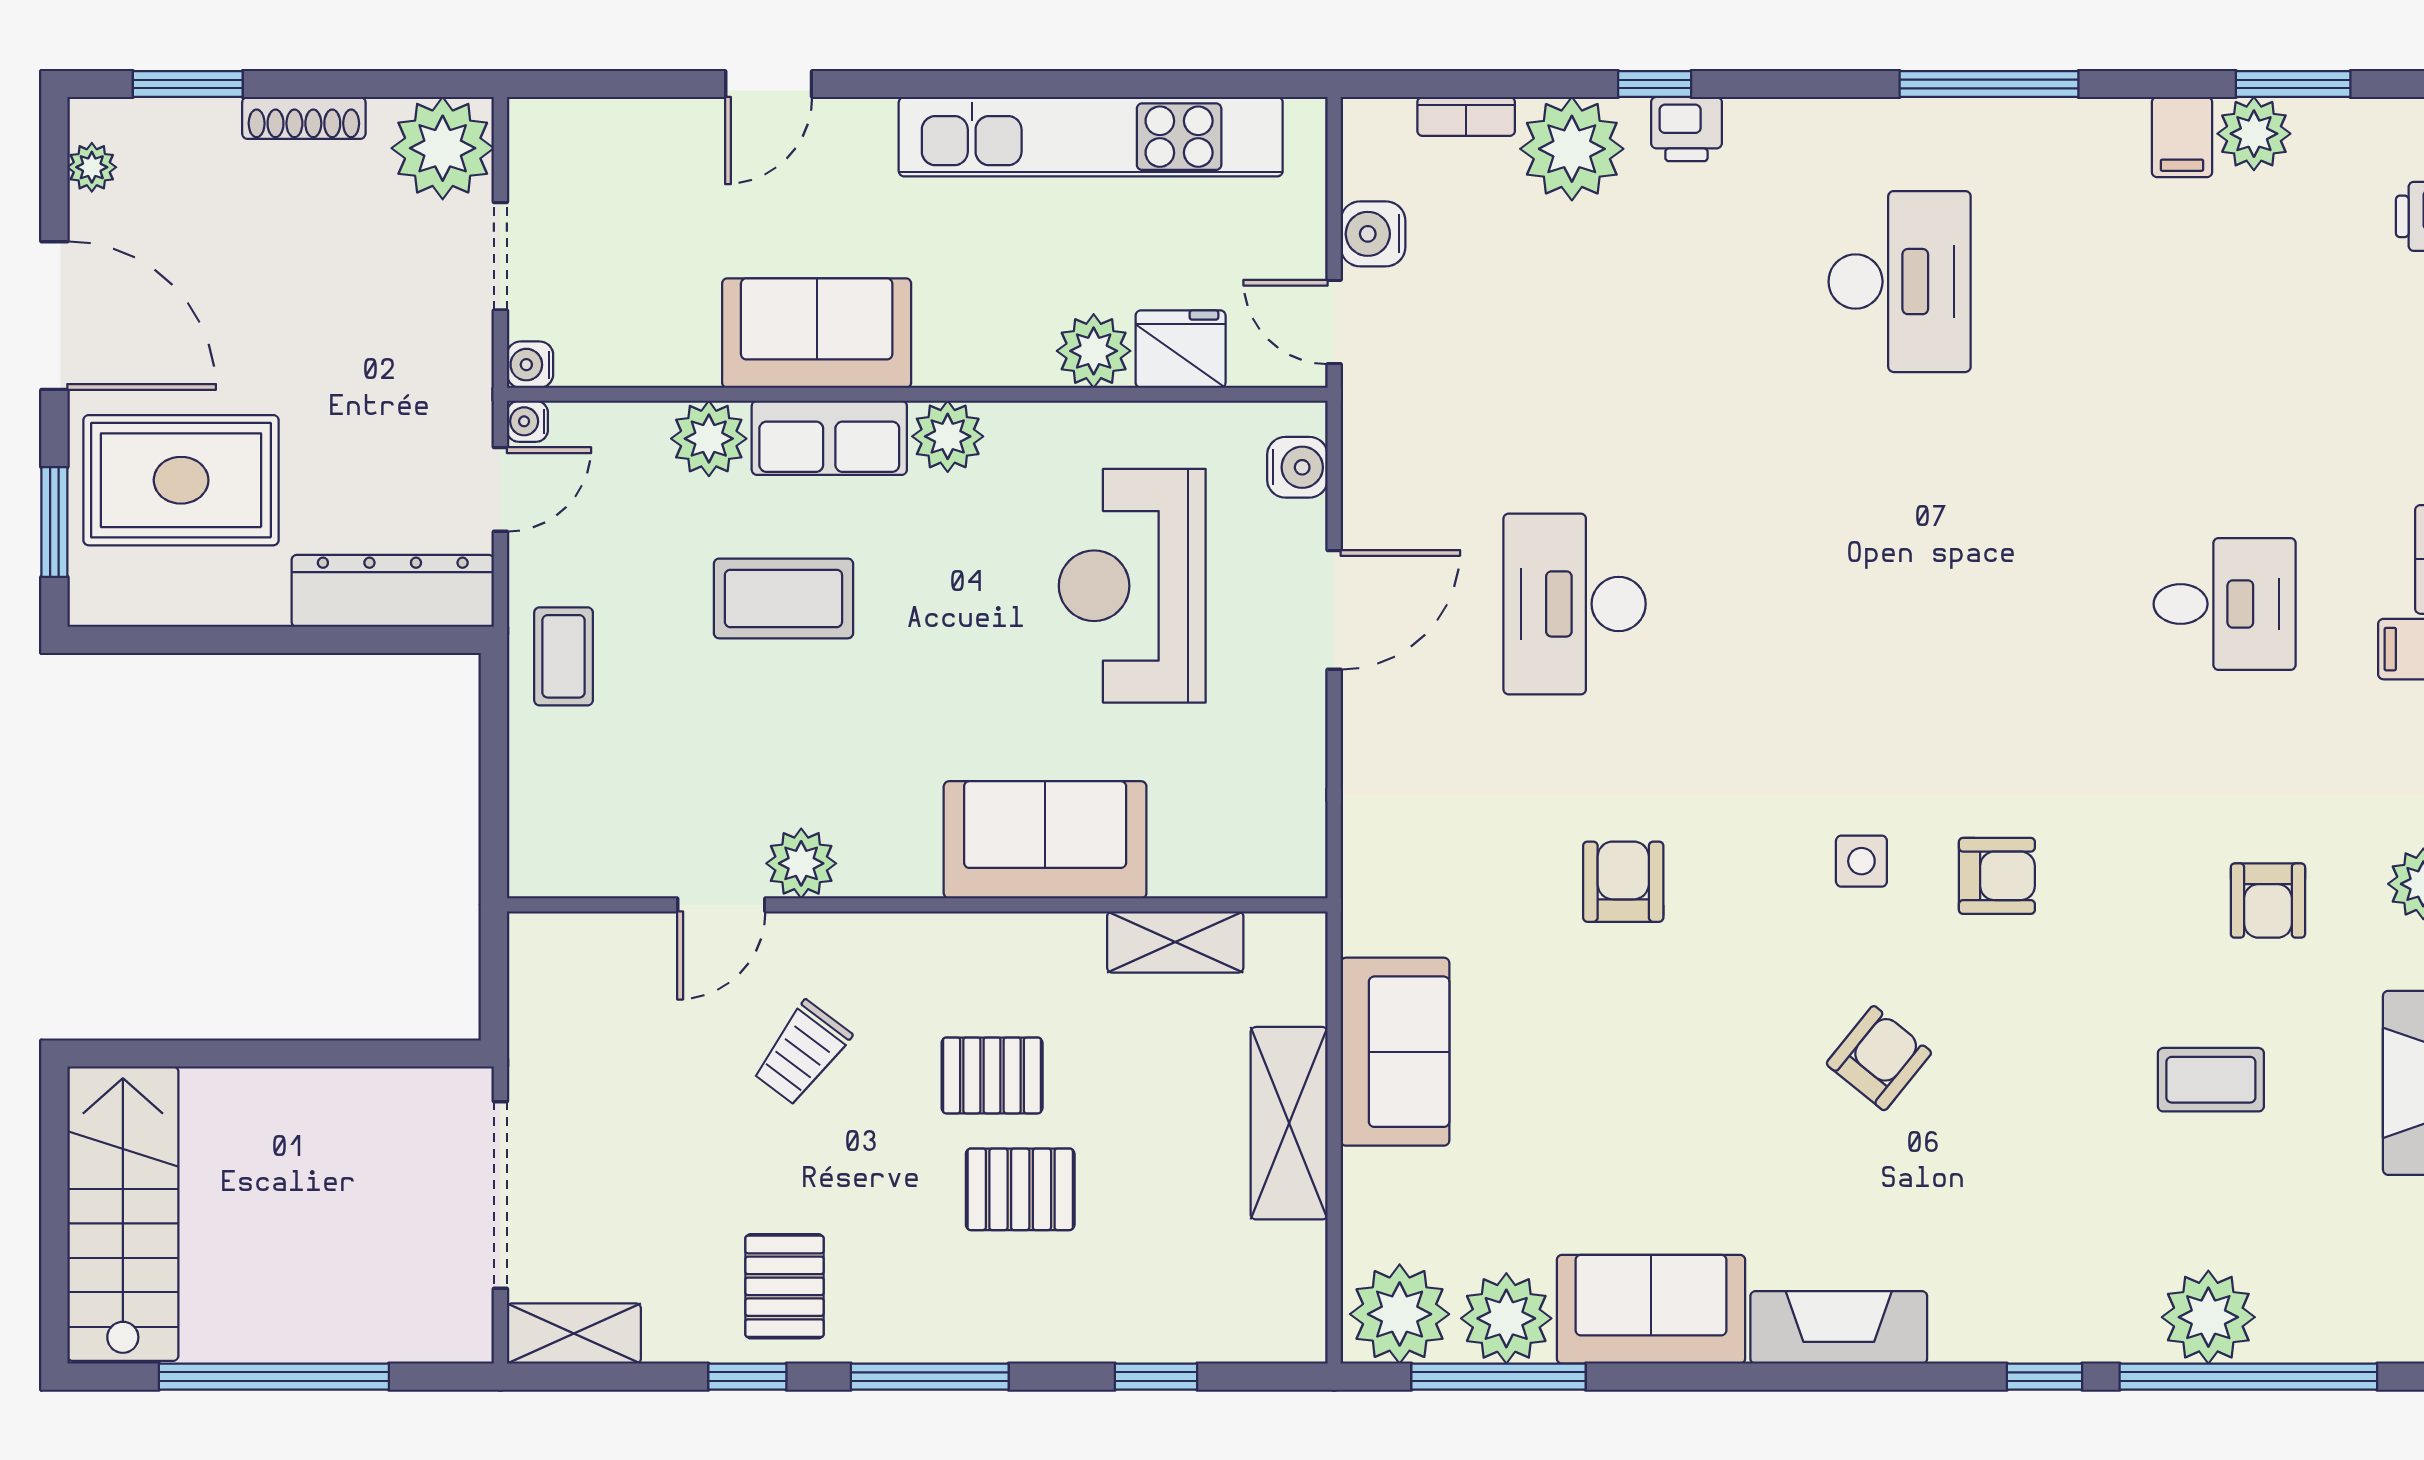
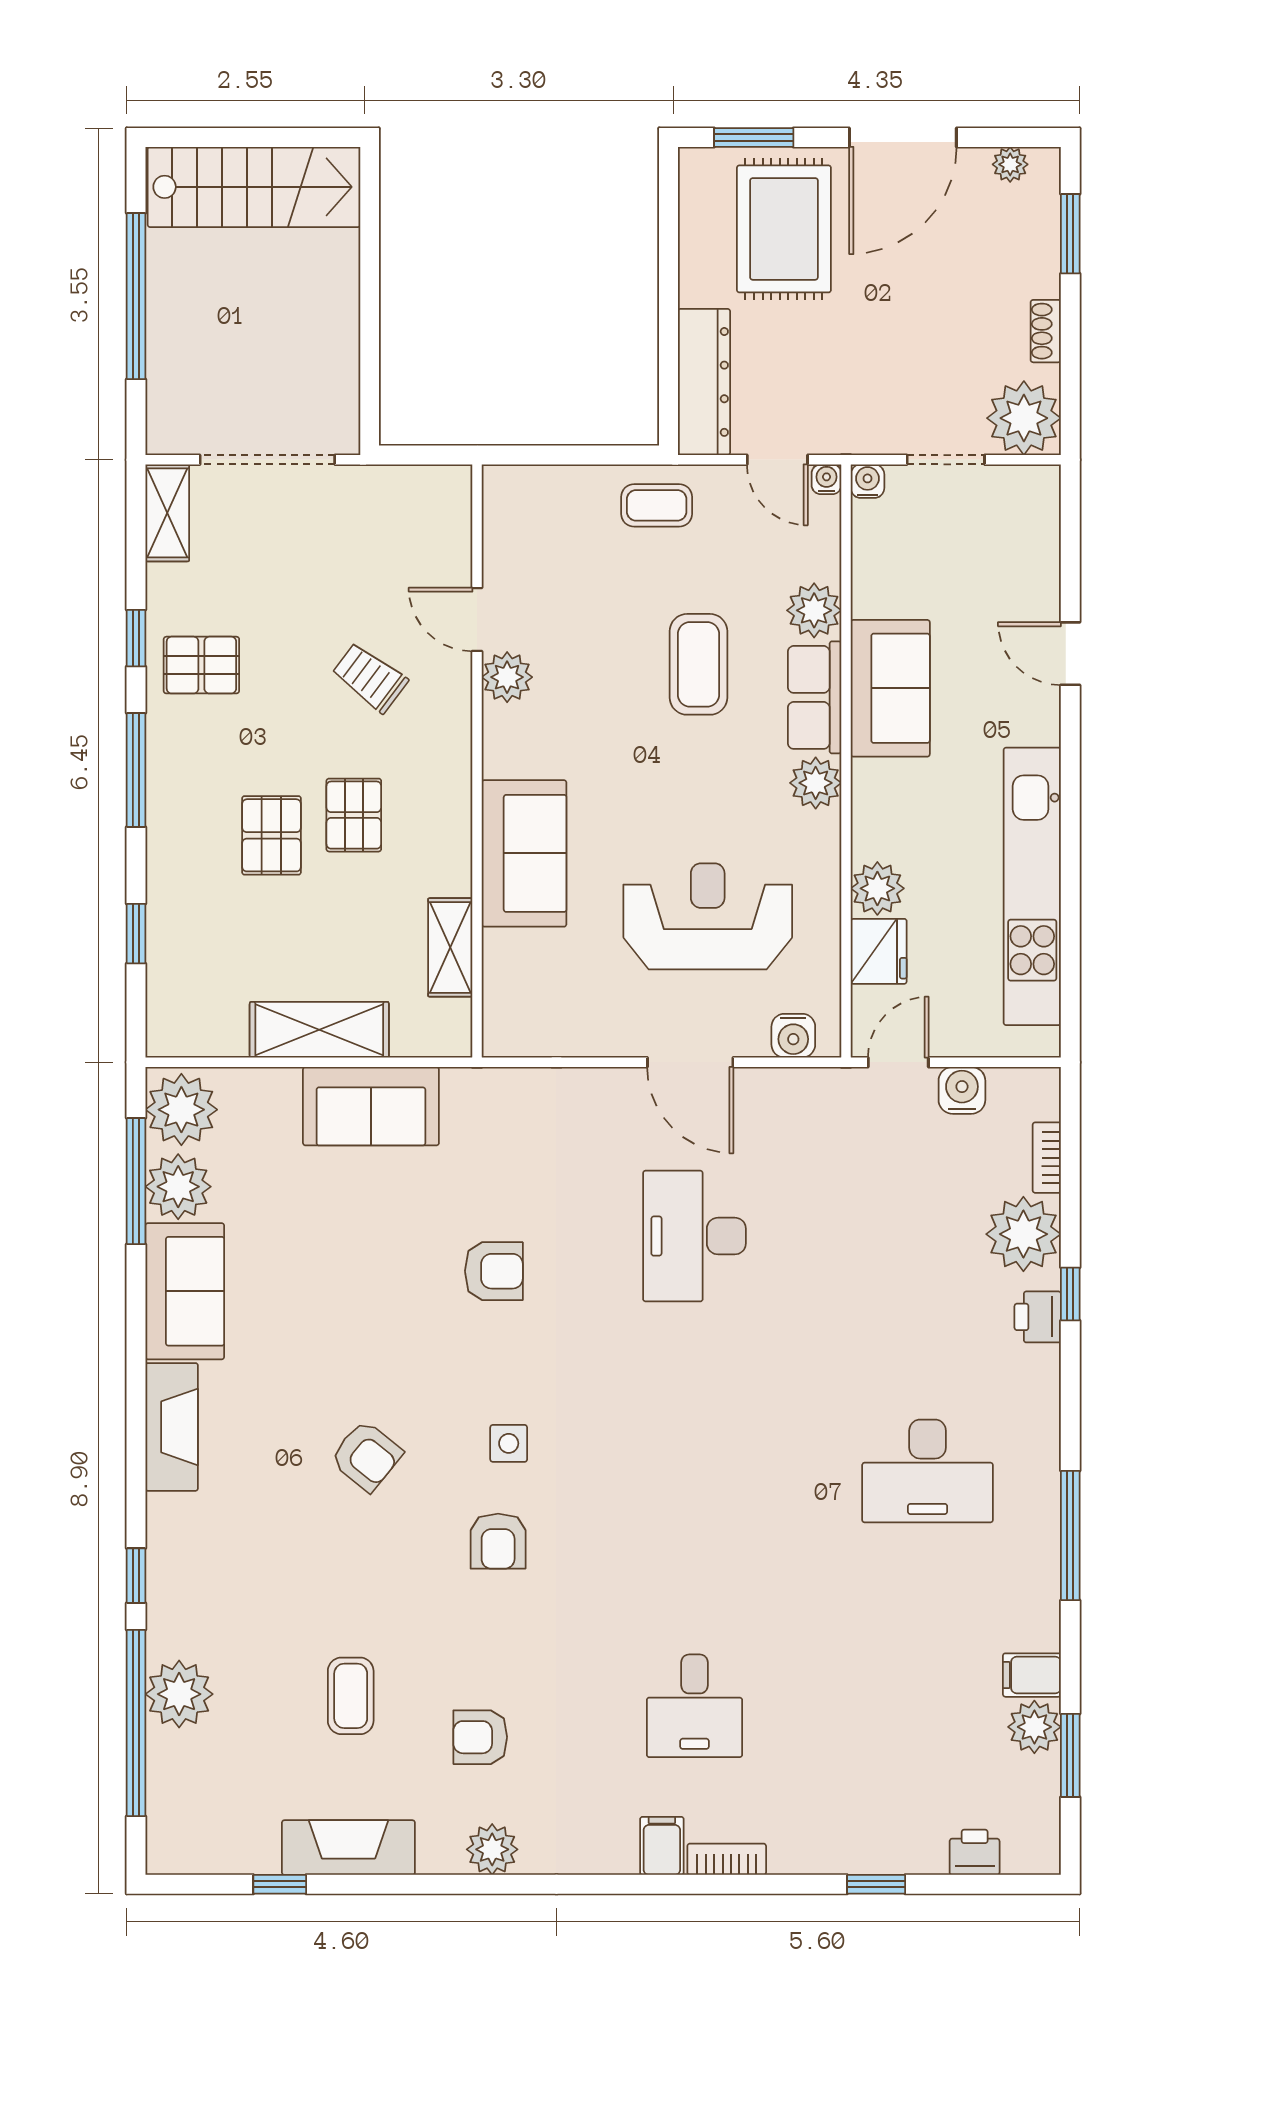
shoe rack: (304, 118) -> (1046, 331), width x0.70
desk: (1575, 604) -> (694, 1236), turned -90

